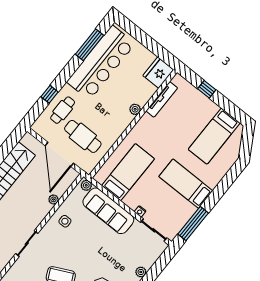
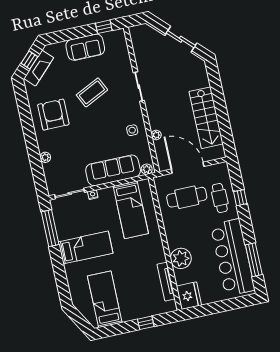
plant: (135, 109) -> (181, 258), width x1.87, depth x1.87

